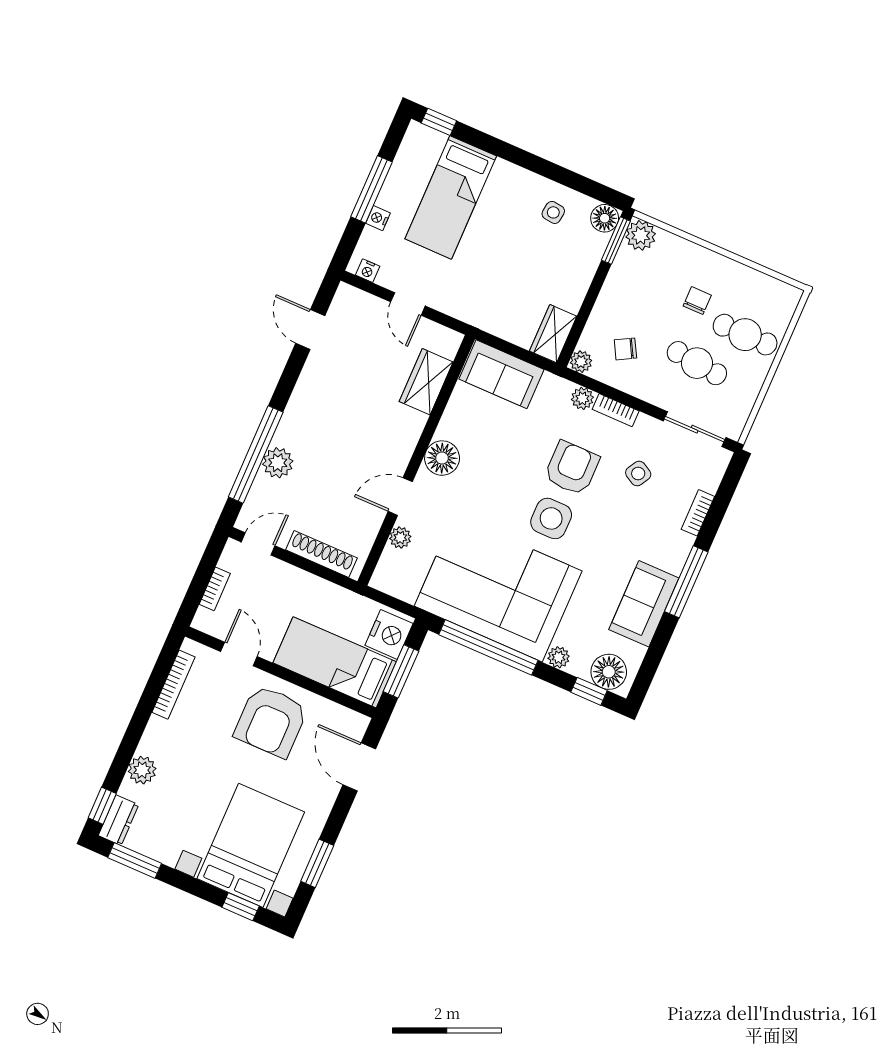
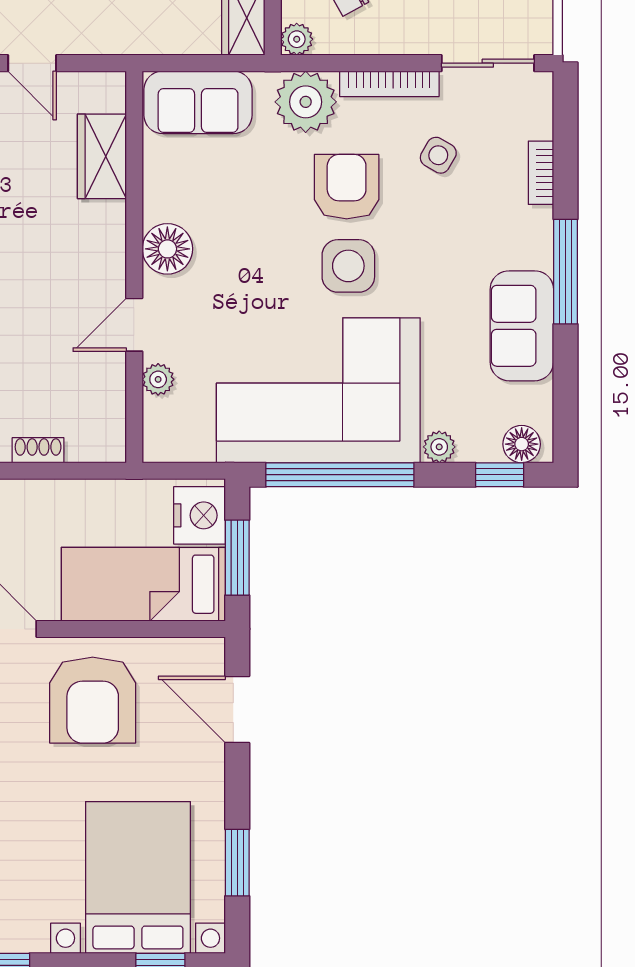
plant: (582, 398) -> (306, 102), width x1.87, depth x1.87
bookcase: (616, 410) -> (389, 84), width x1.56
shoe rack: (321, 554) -> (38, 450), width x0.51, depth x0.81
floor lamp: (609, 672) -> (522, 444), width x0.73, depth x0.73

